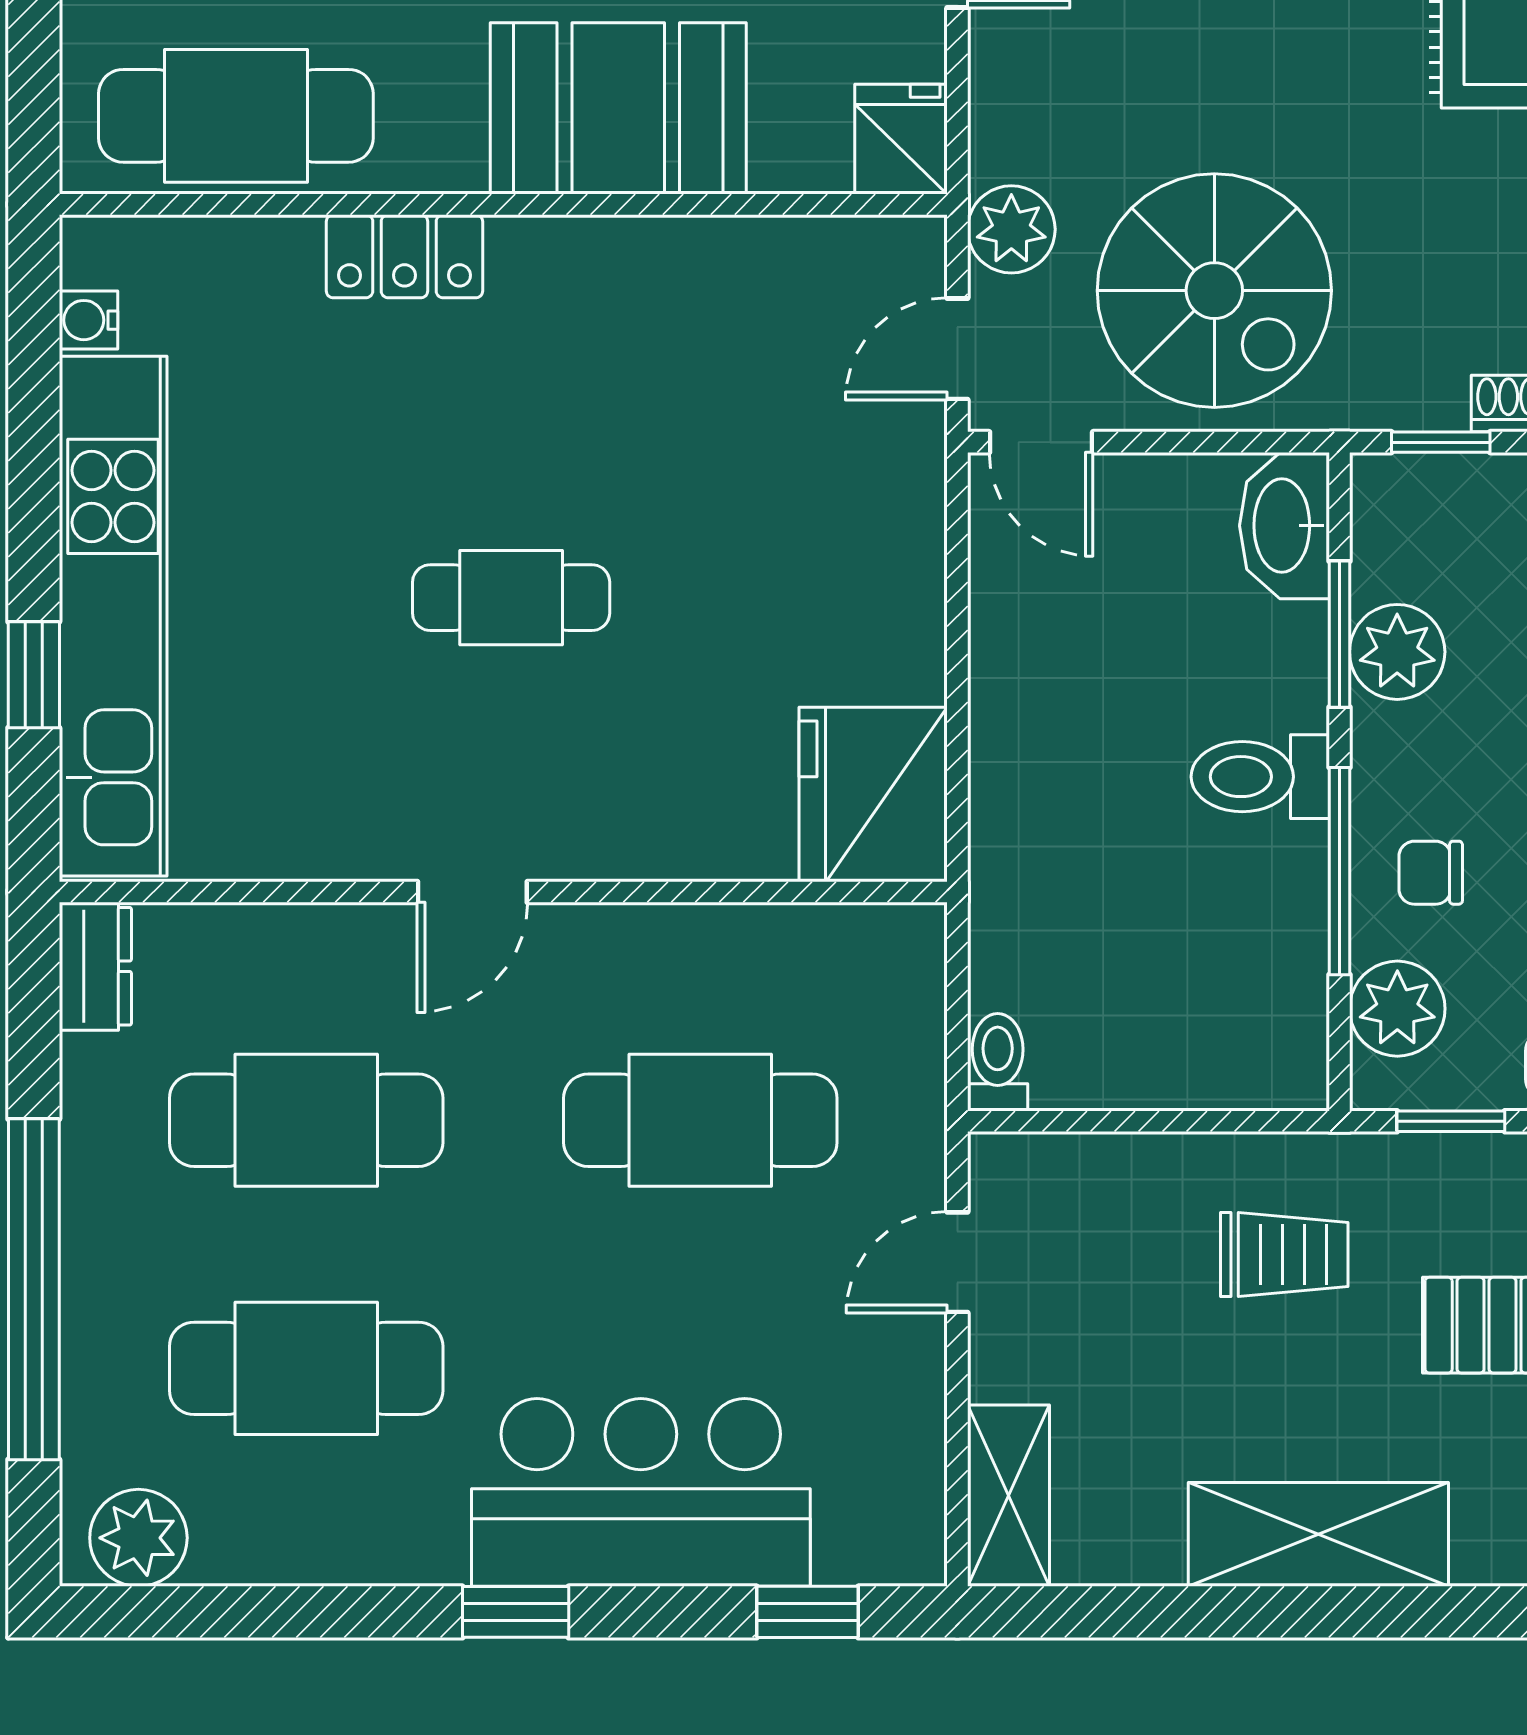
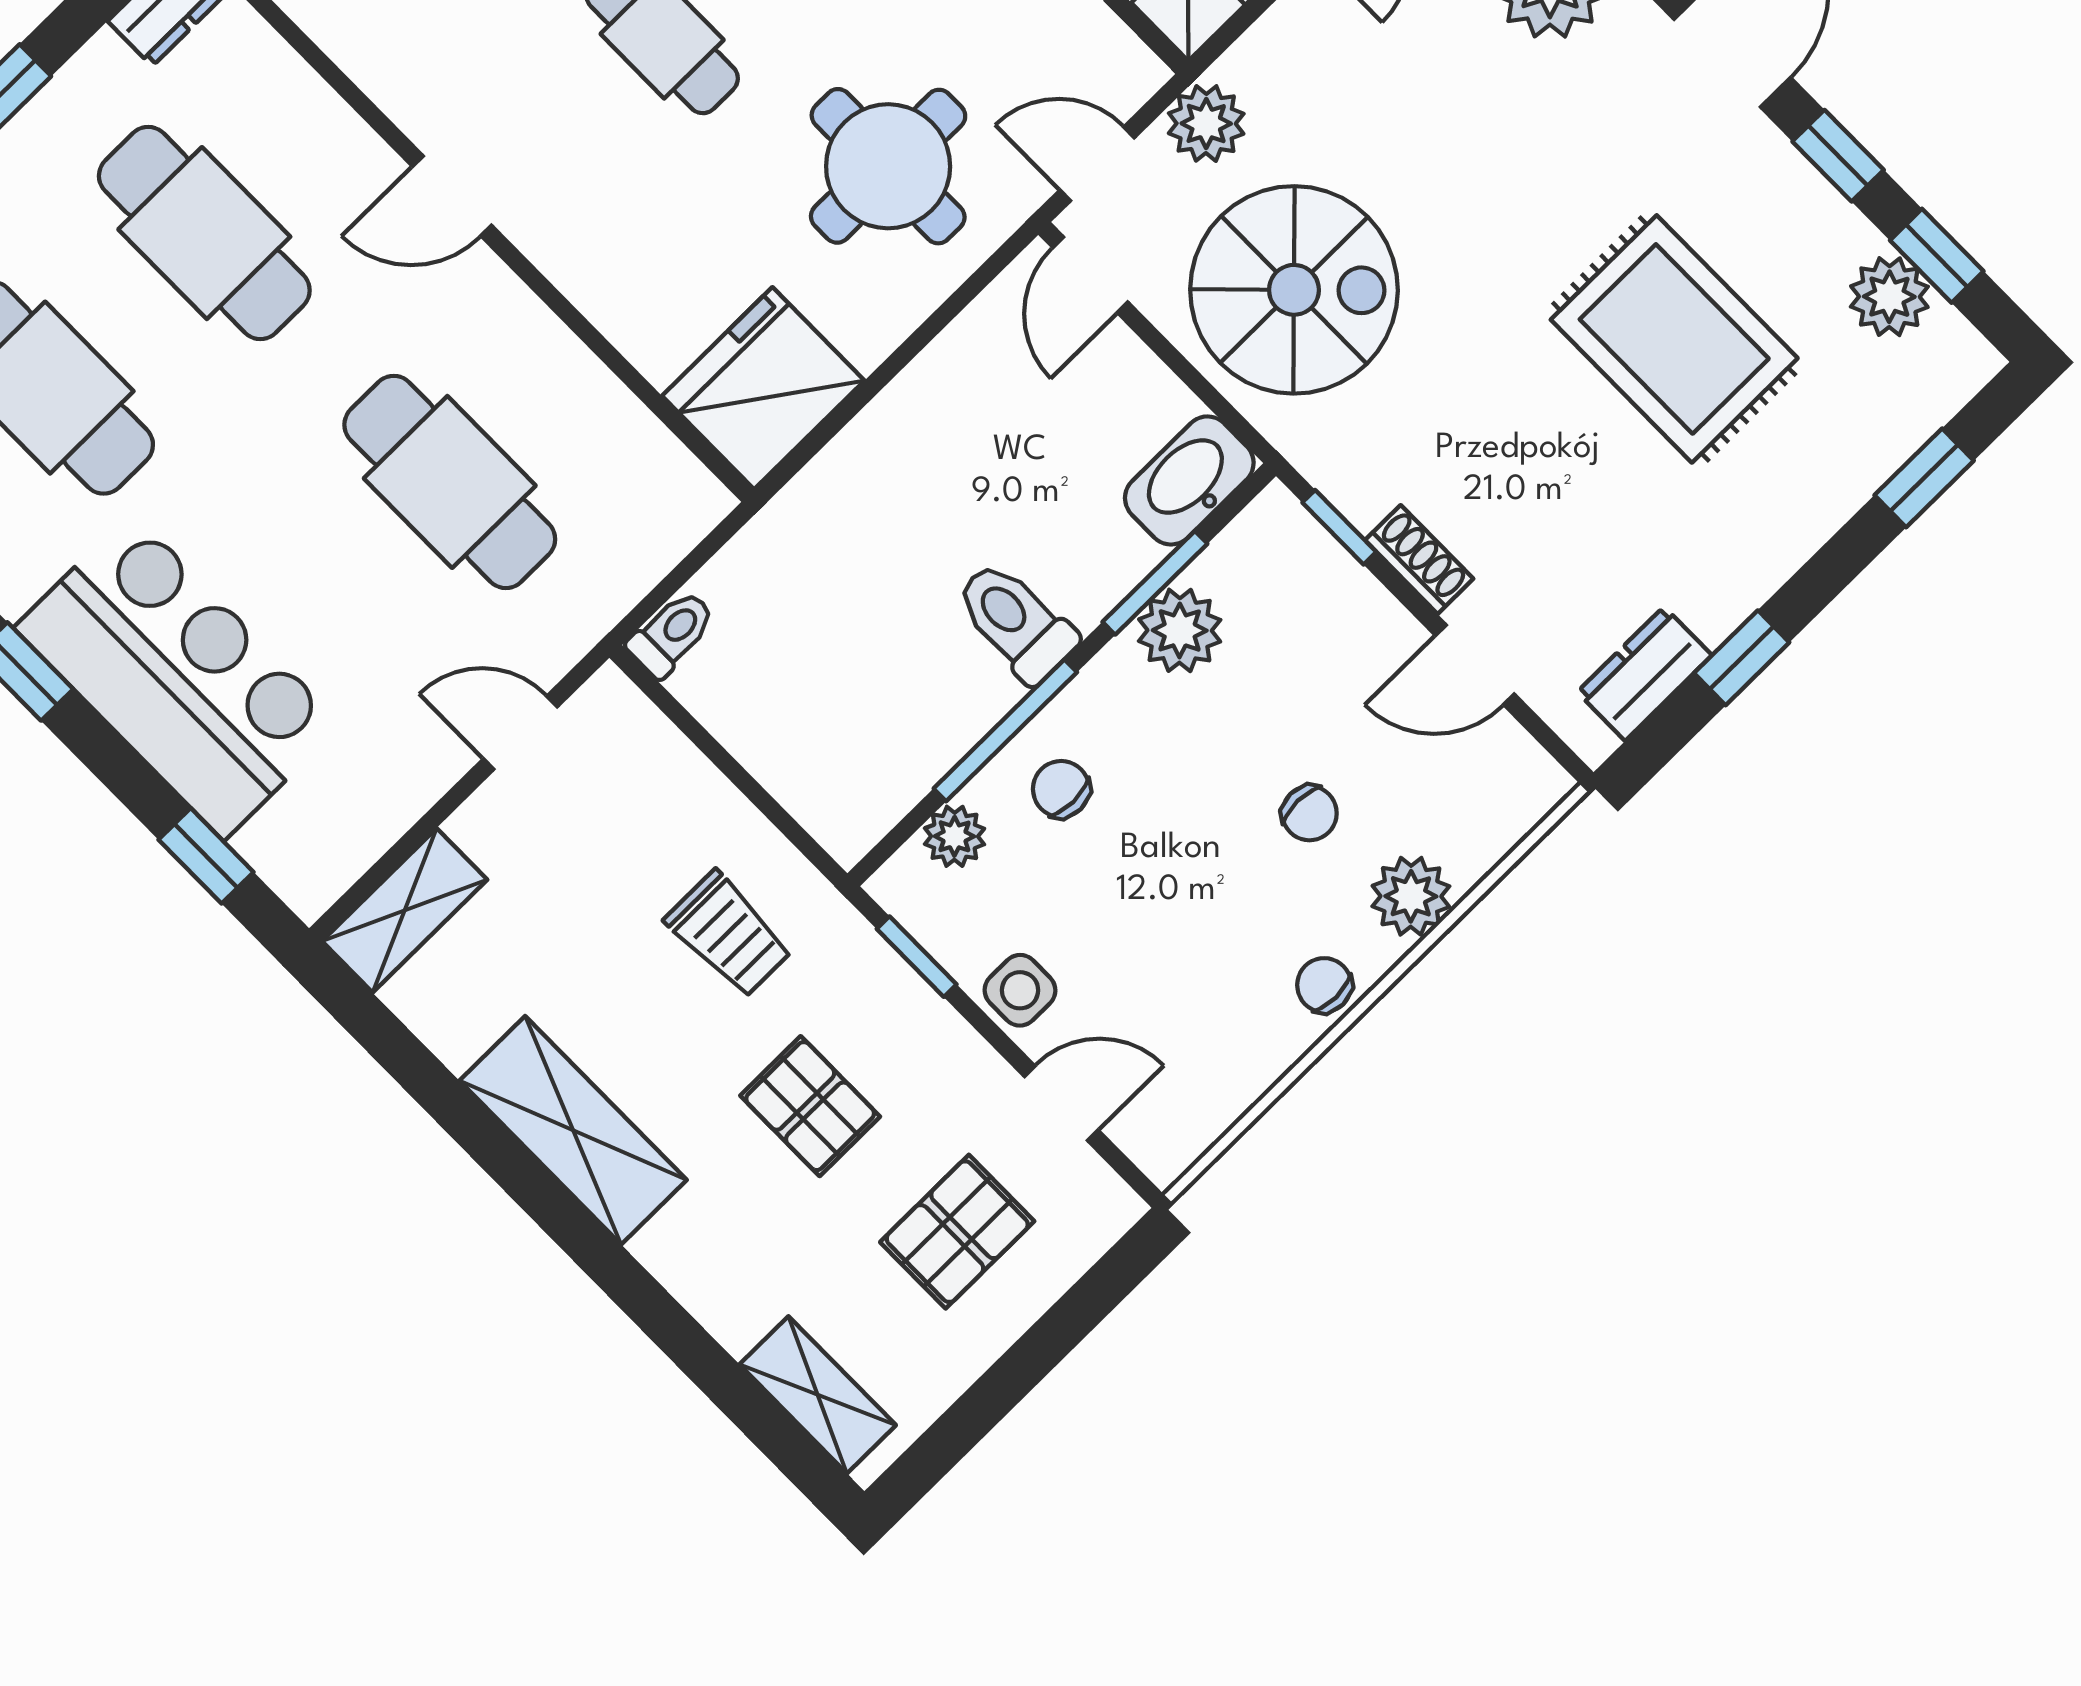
spiral stairs: (1214, 291) -> (1294, 290), turned -90
round table: (794, 519) -> (888, 166), added
plant: (1397, 1009) -> (955, 836), width x0.73, depth x0.73

